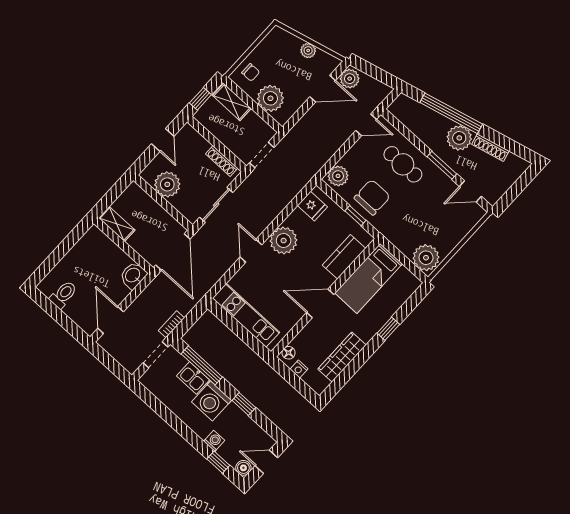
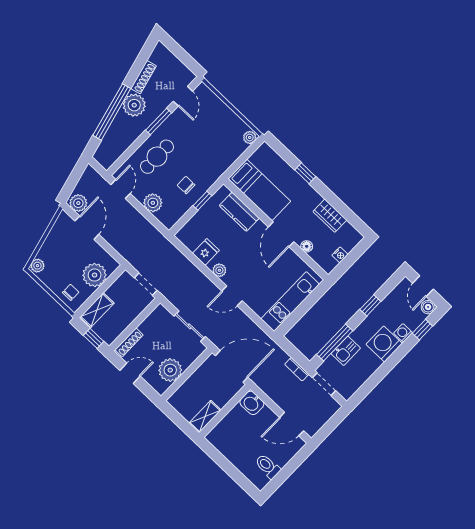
plant: (308, 51) -> (37, 266), moved
shoe rack: (222, 161) -> (129, 342), moved
plant: (338, 176) -> (153, 203), moved
chair: (372, 197) -> (186, 185), width x0.54, depth x0.54
fridge: (312, 206) -> (206, 252), moved
plant: (284, 241) -> (219, 270), width x0.53, depth x0.53
plant: (426, 258) -> (250, 138), width x0.53, depth x0.53
floor lamp: (289, 353) -> (307, 246), moved
wardrobe: (342, 357) -> (330, 216), width x0.67
washing machine: (212, 401) -> (384, 344), moved, turned 180

